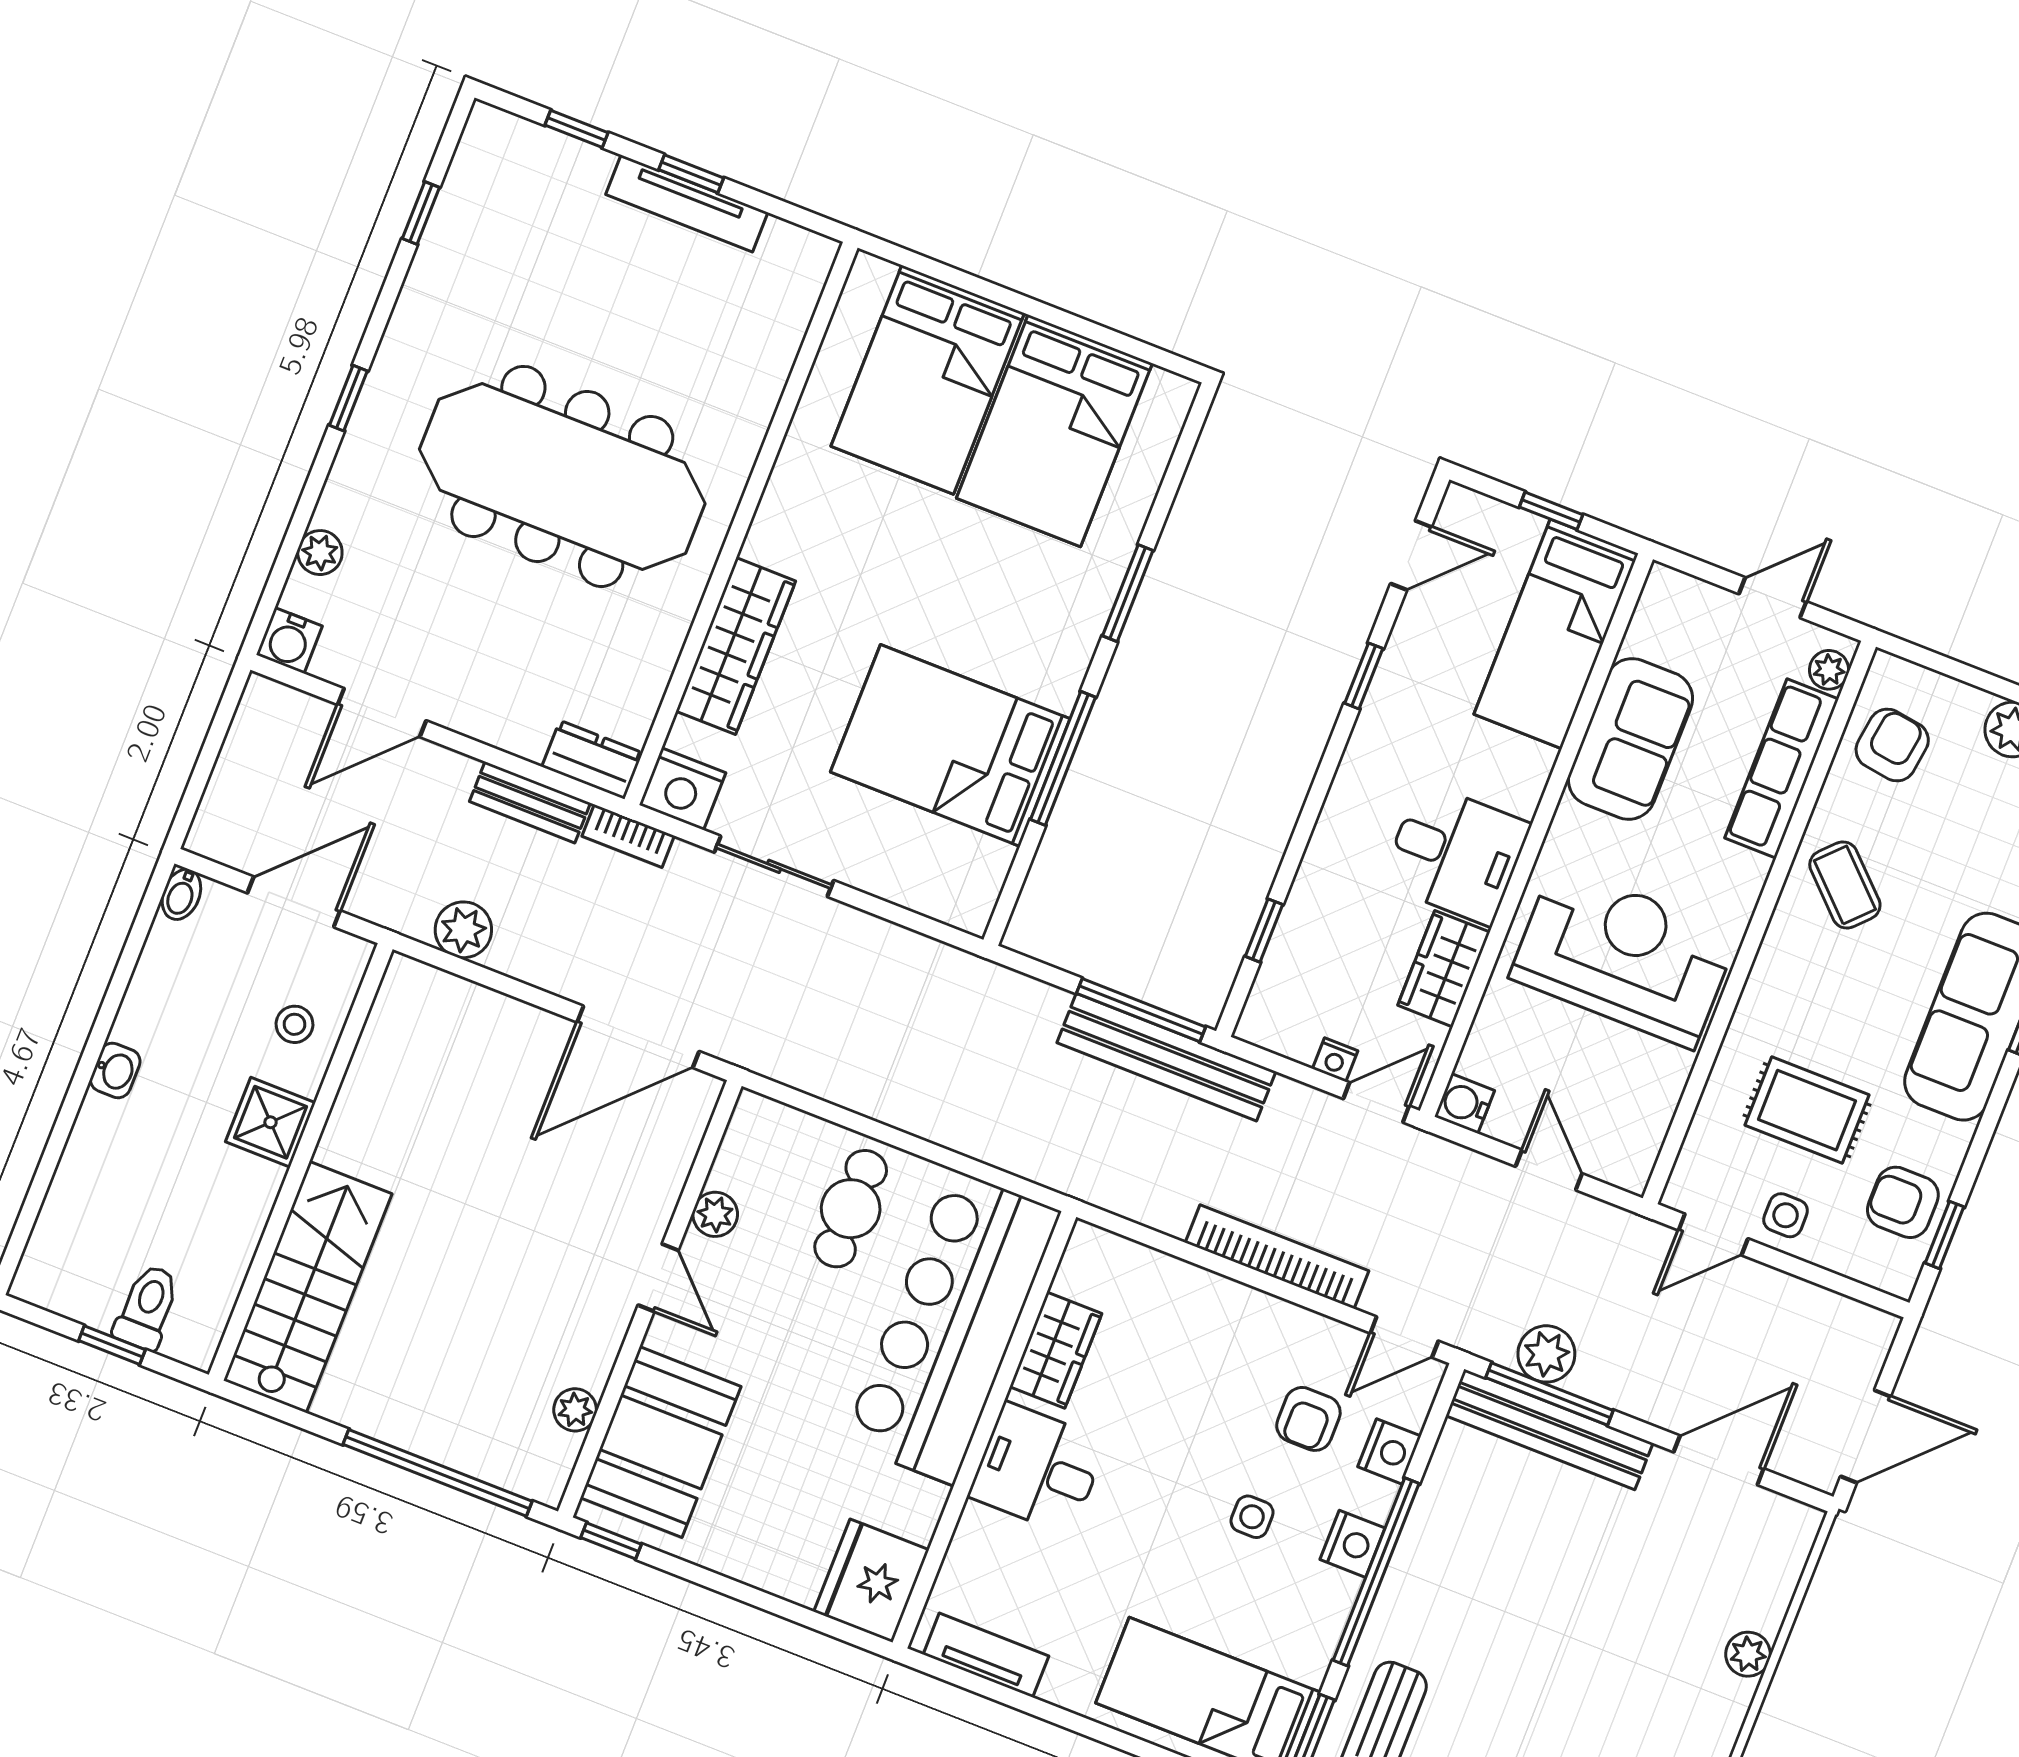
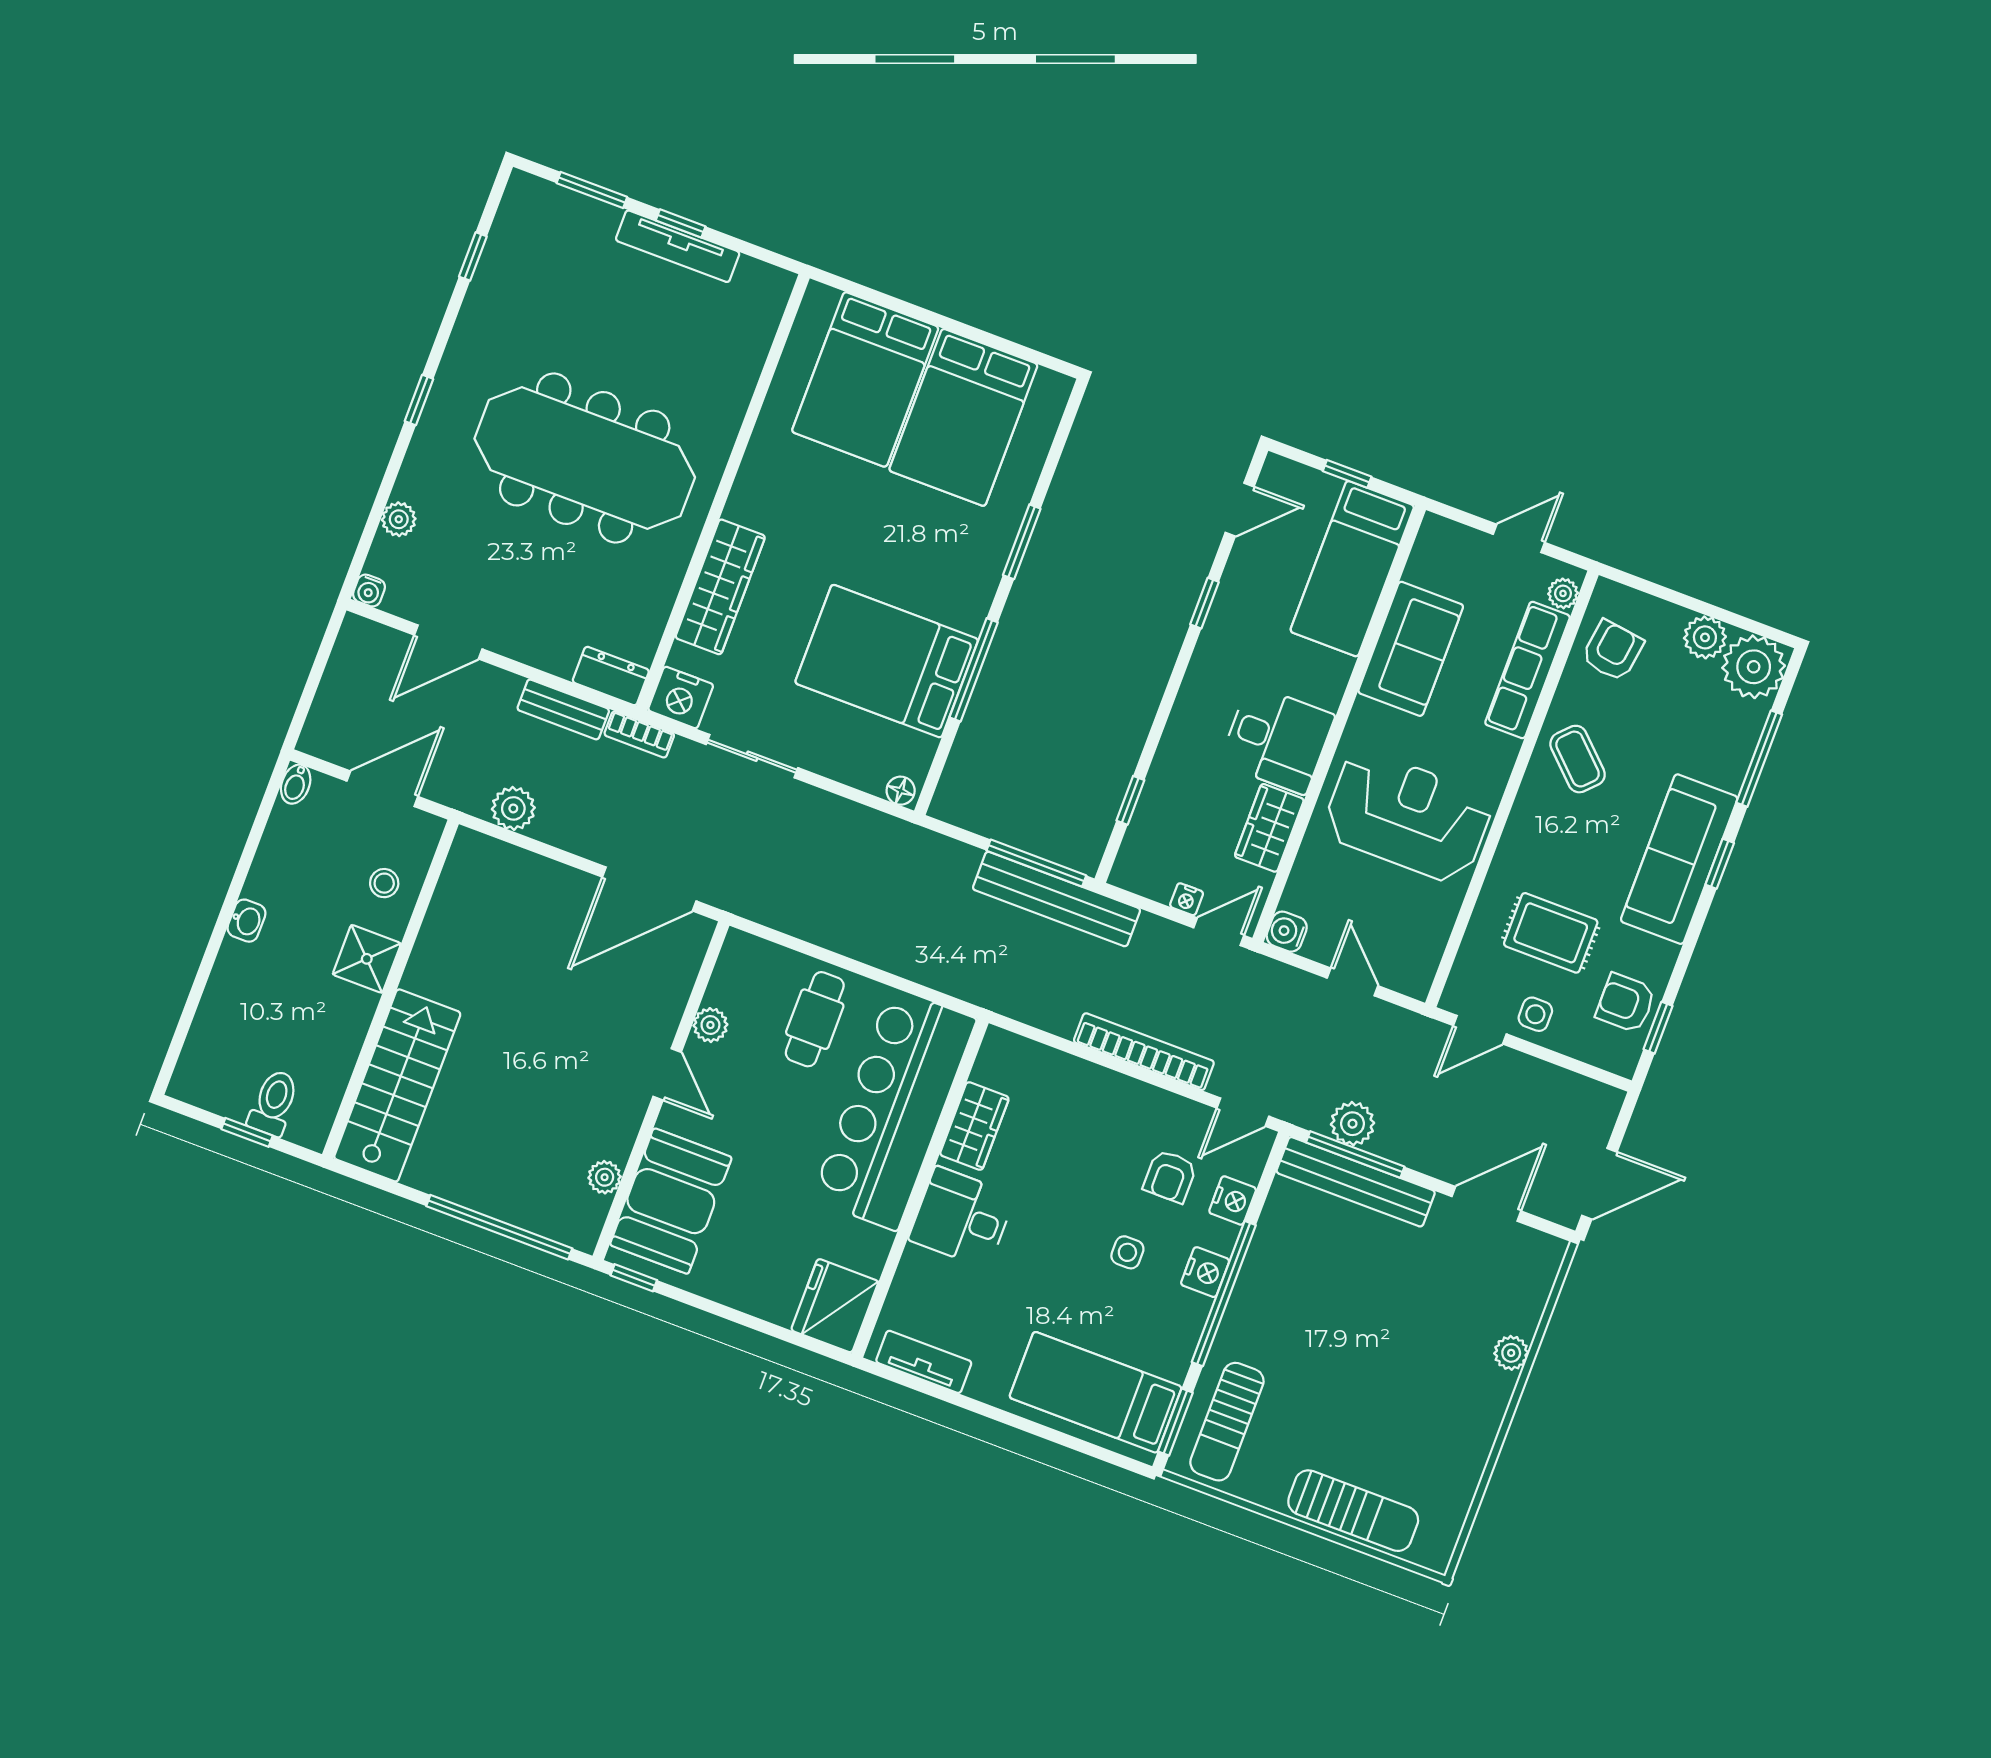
window: (577, 129) -> (592, 190), width x1.50
water cooler: (289, 640) -> (369, 591), width x0.72, depth x0.72
floor lamp: (966, 914) -> (901, 791), added

